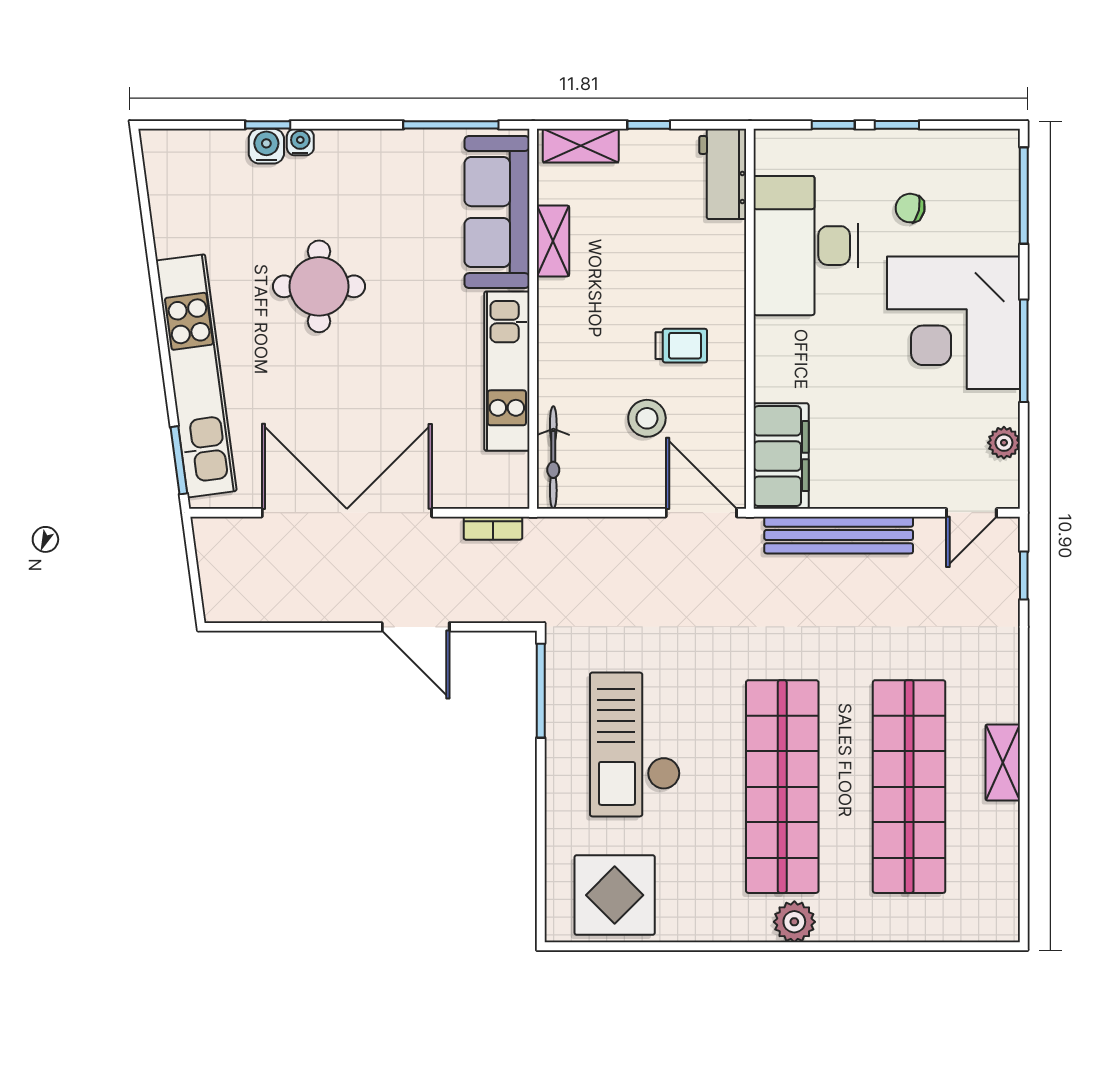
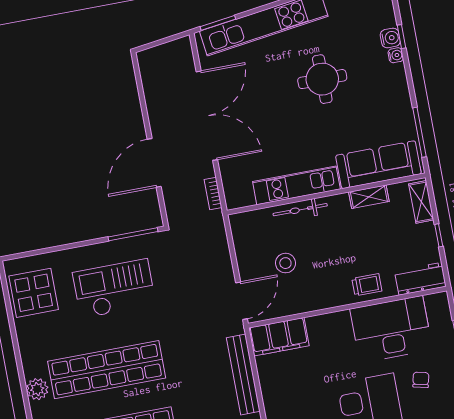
trolley: (681, 346) -> (367, 285), moved, turned -90
bicycle: (553, 457) -> (300, 210), moved
door: (416, 627) -> (154, 163), width x1.36

